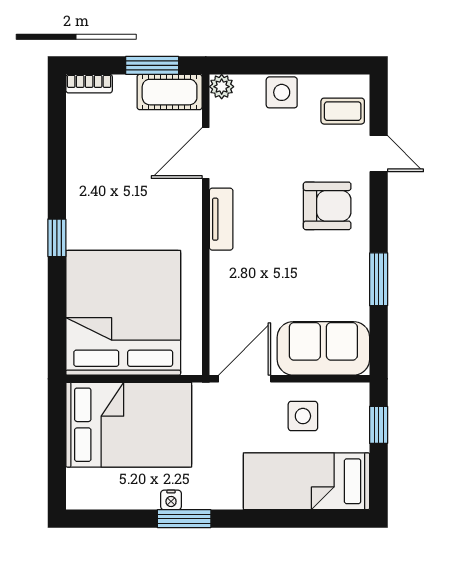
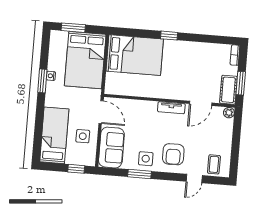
side table: (282, 92) -> (146, 159), moved
door: (206, 153) -> (201, 103), swing flipped
bed: (123, 313) -> (135, 55), width x0.73
window: (57, 458) -> (73, 28), added

